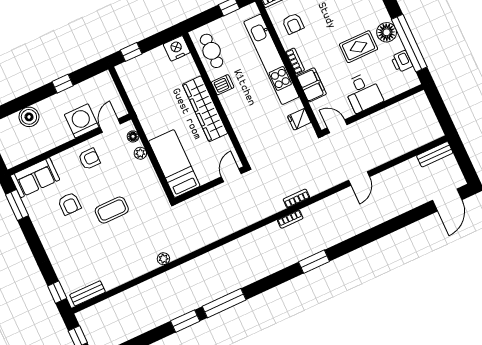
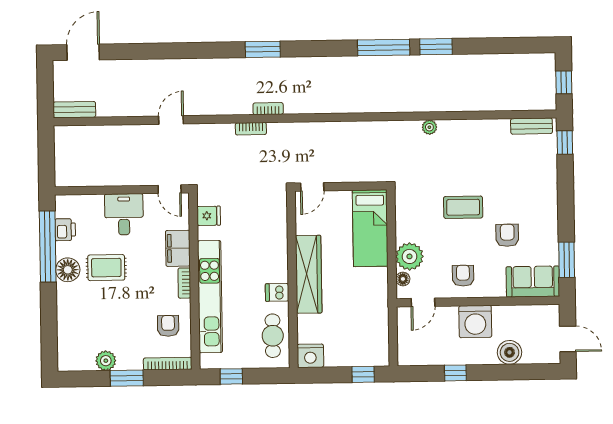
washing machine: (82, 121) -> (475, 322), moved
plant: (140, 153) -> (409, 256), width x1.88, depth x1.88
armchair: (89, 159) -> (463, 276), turned 90

